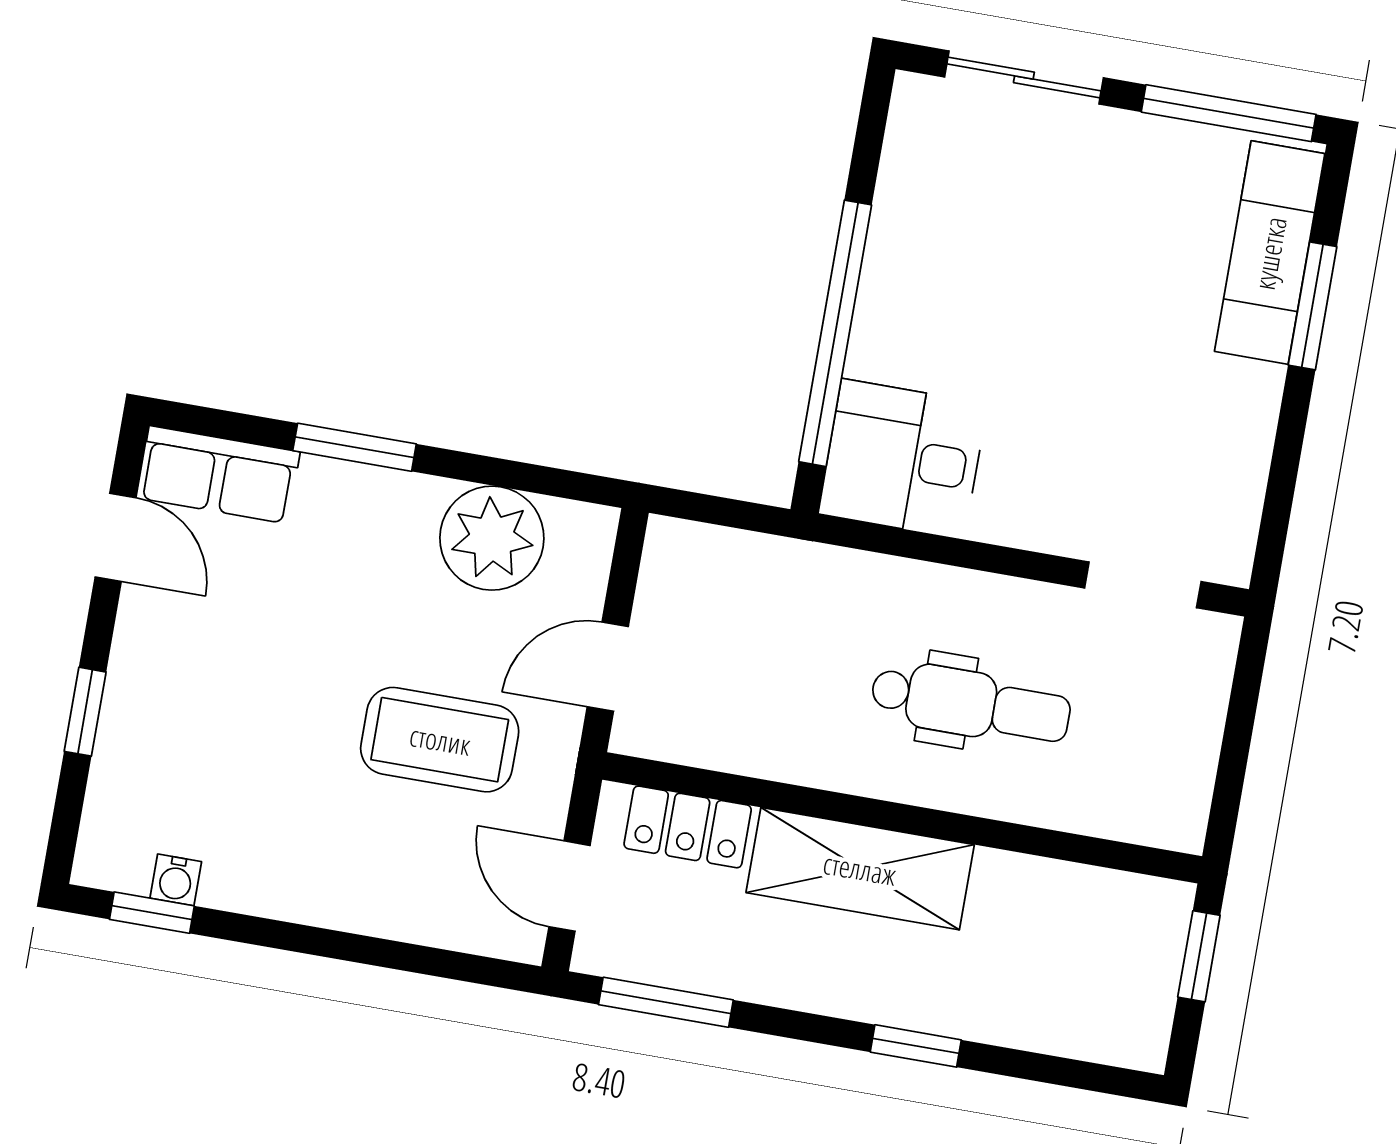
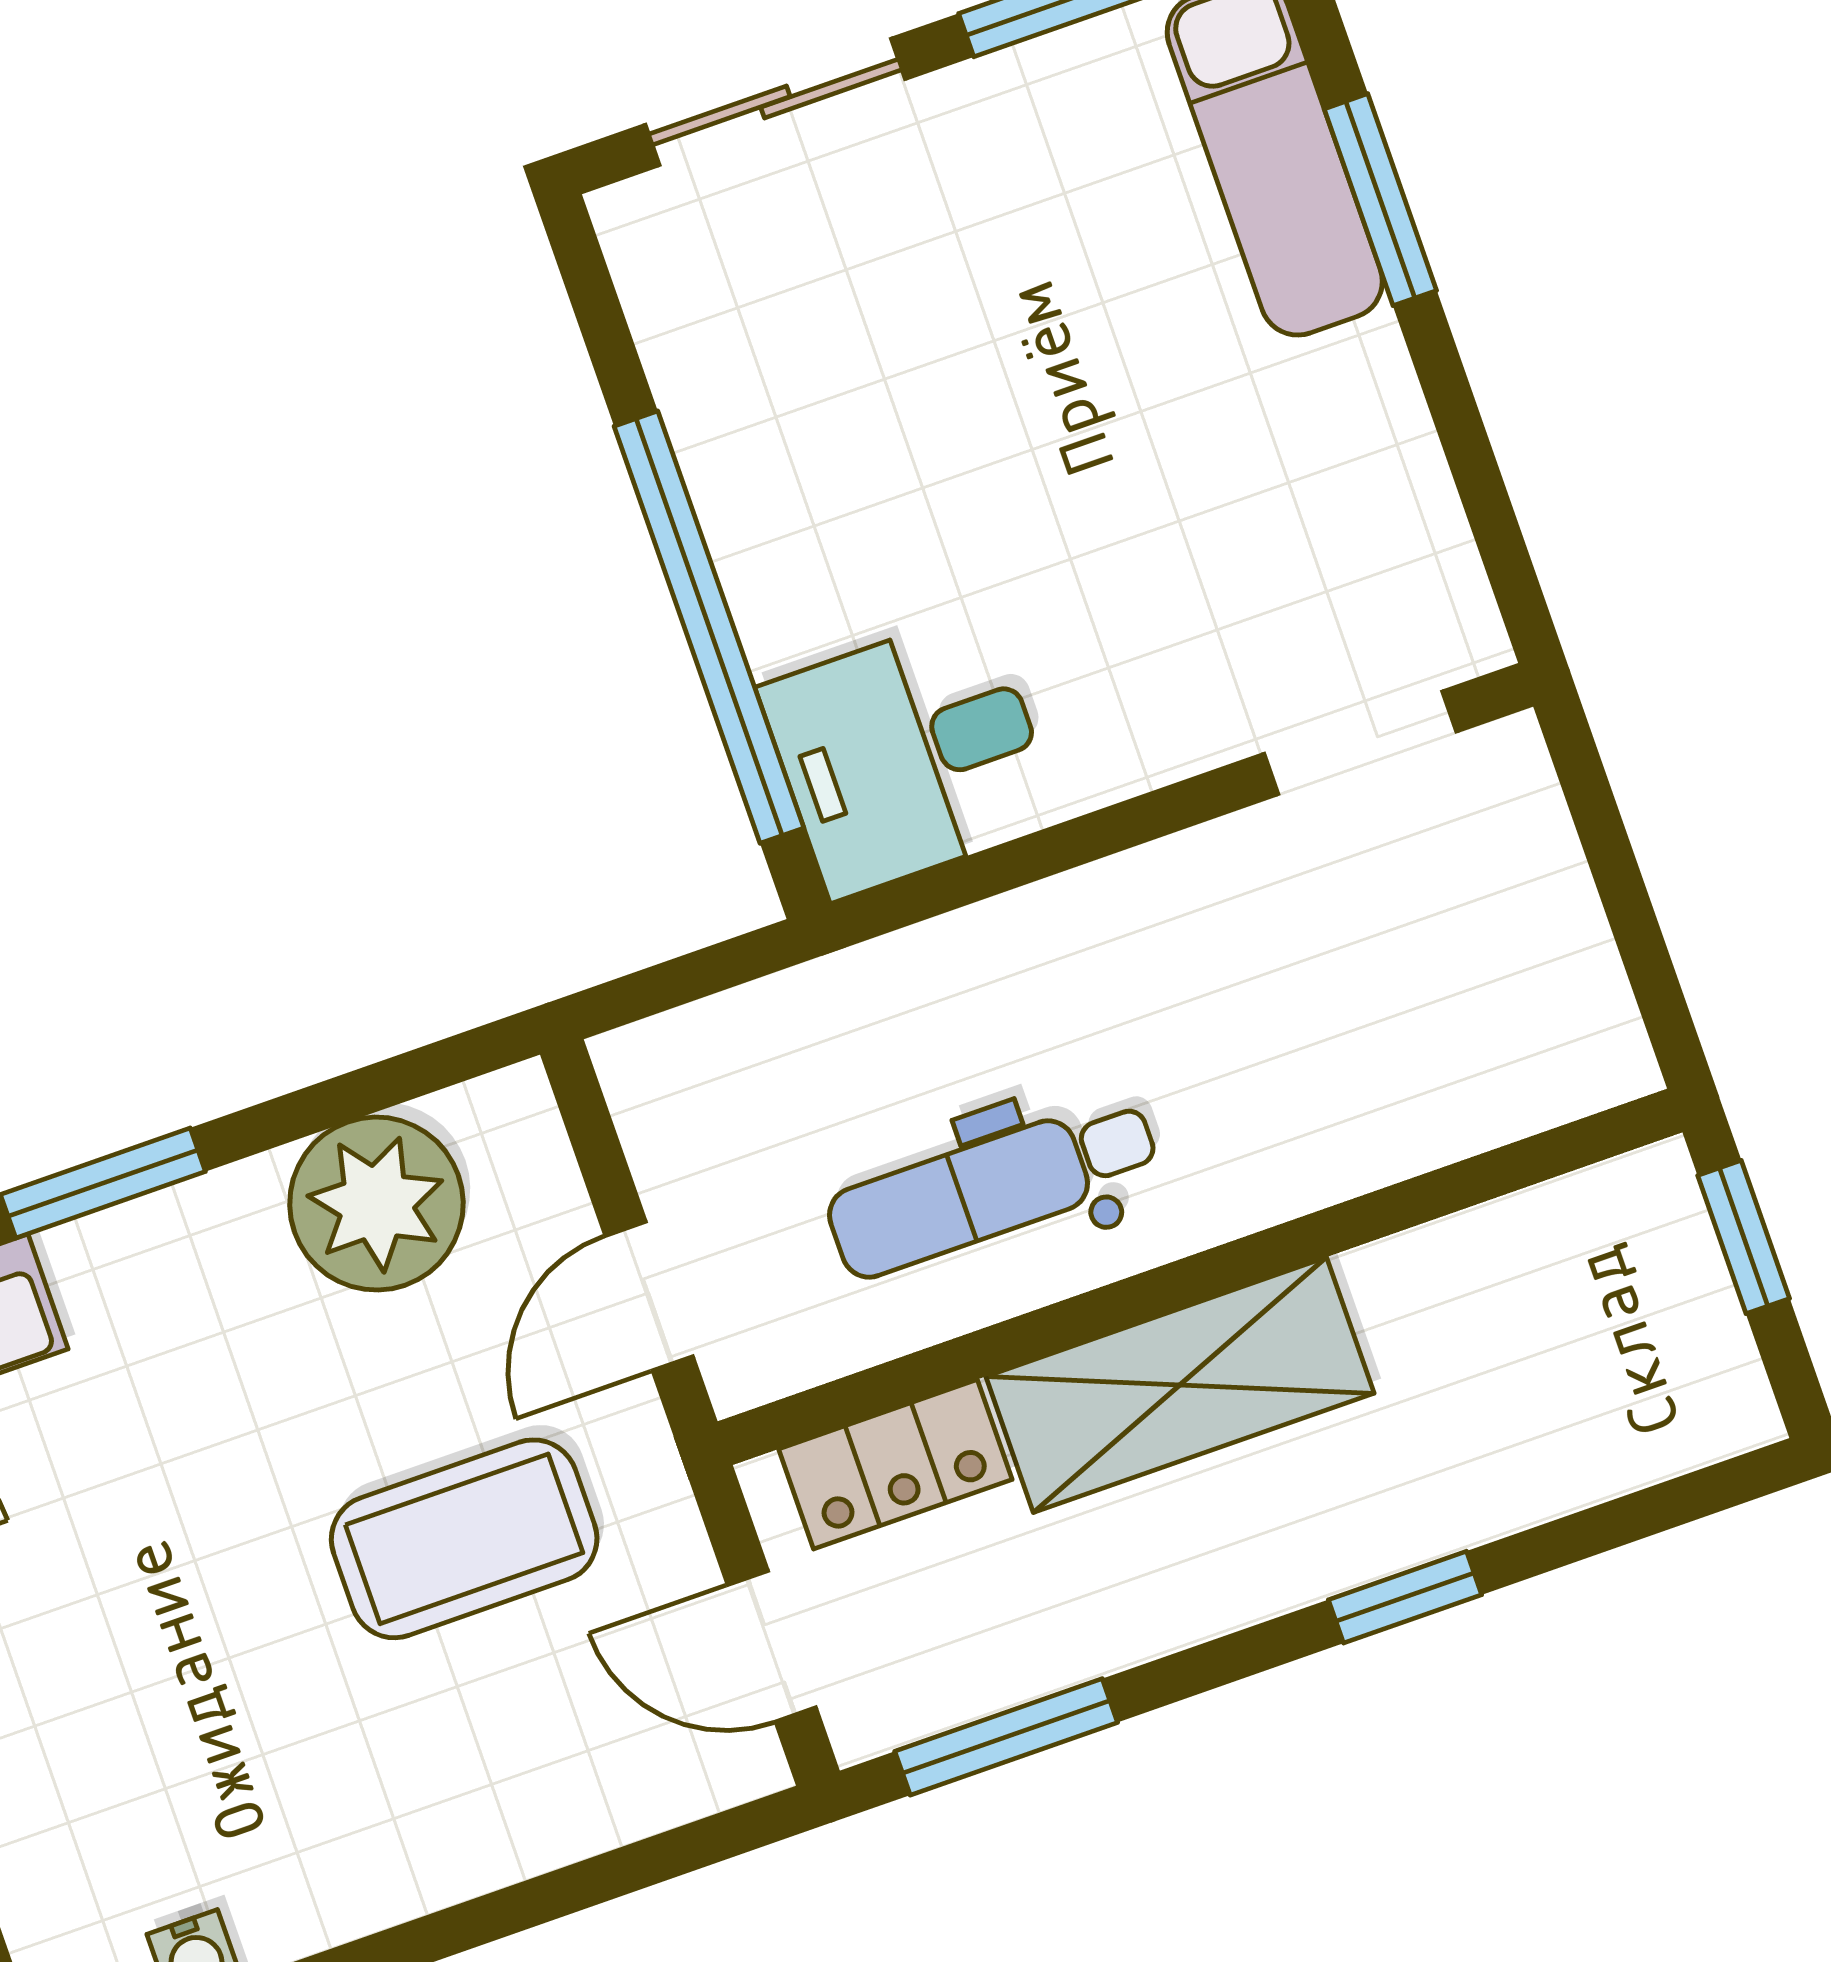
dental chair: (971, 704) -> (993, 1187), moved, turned 180

